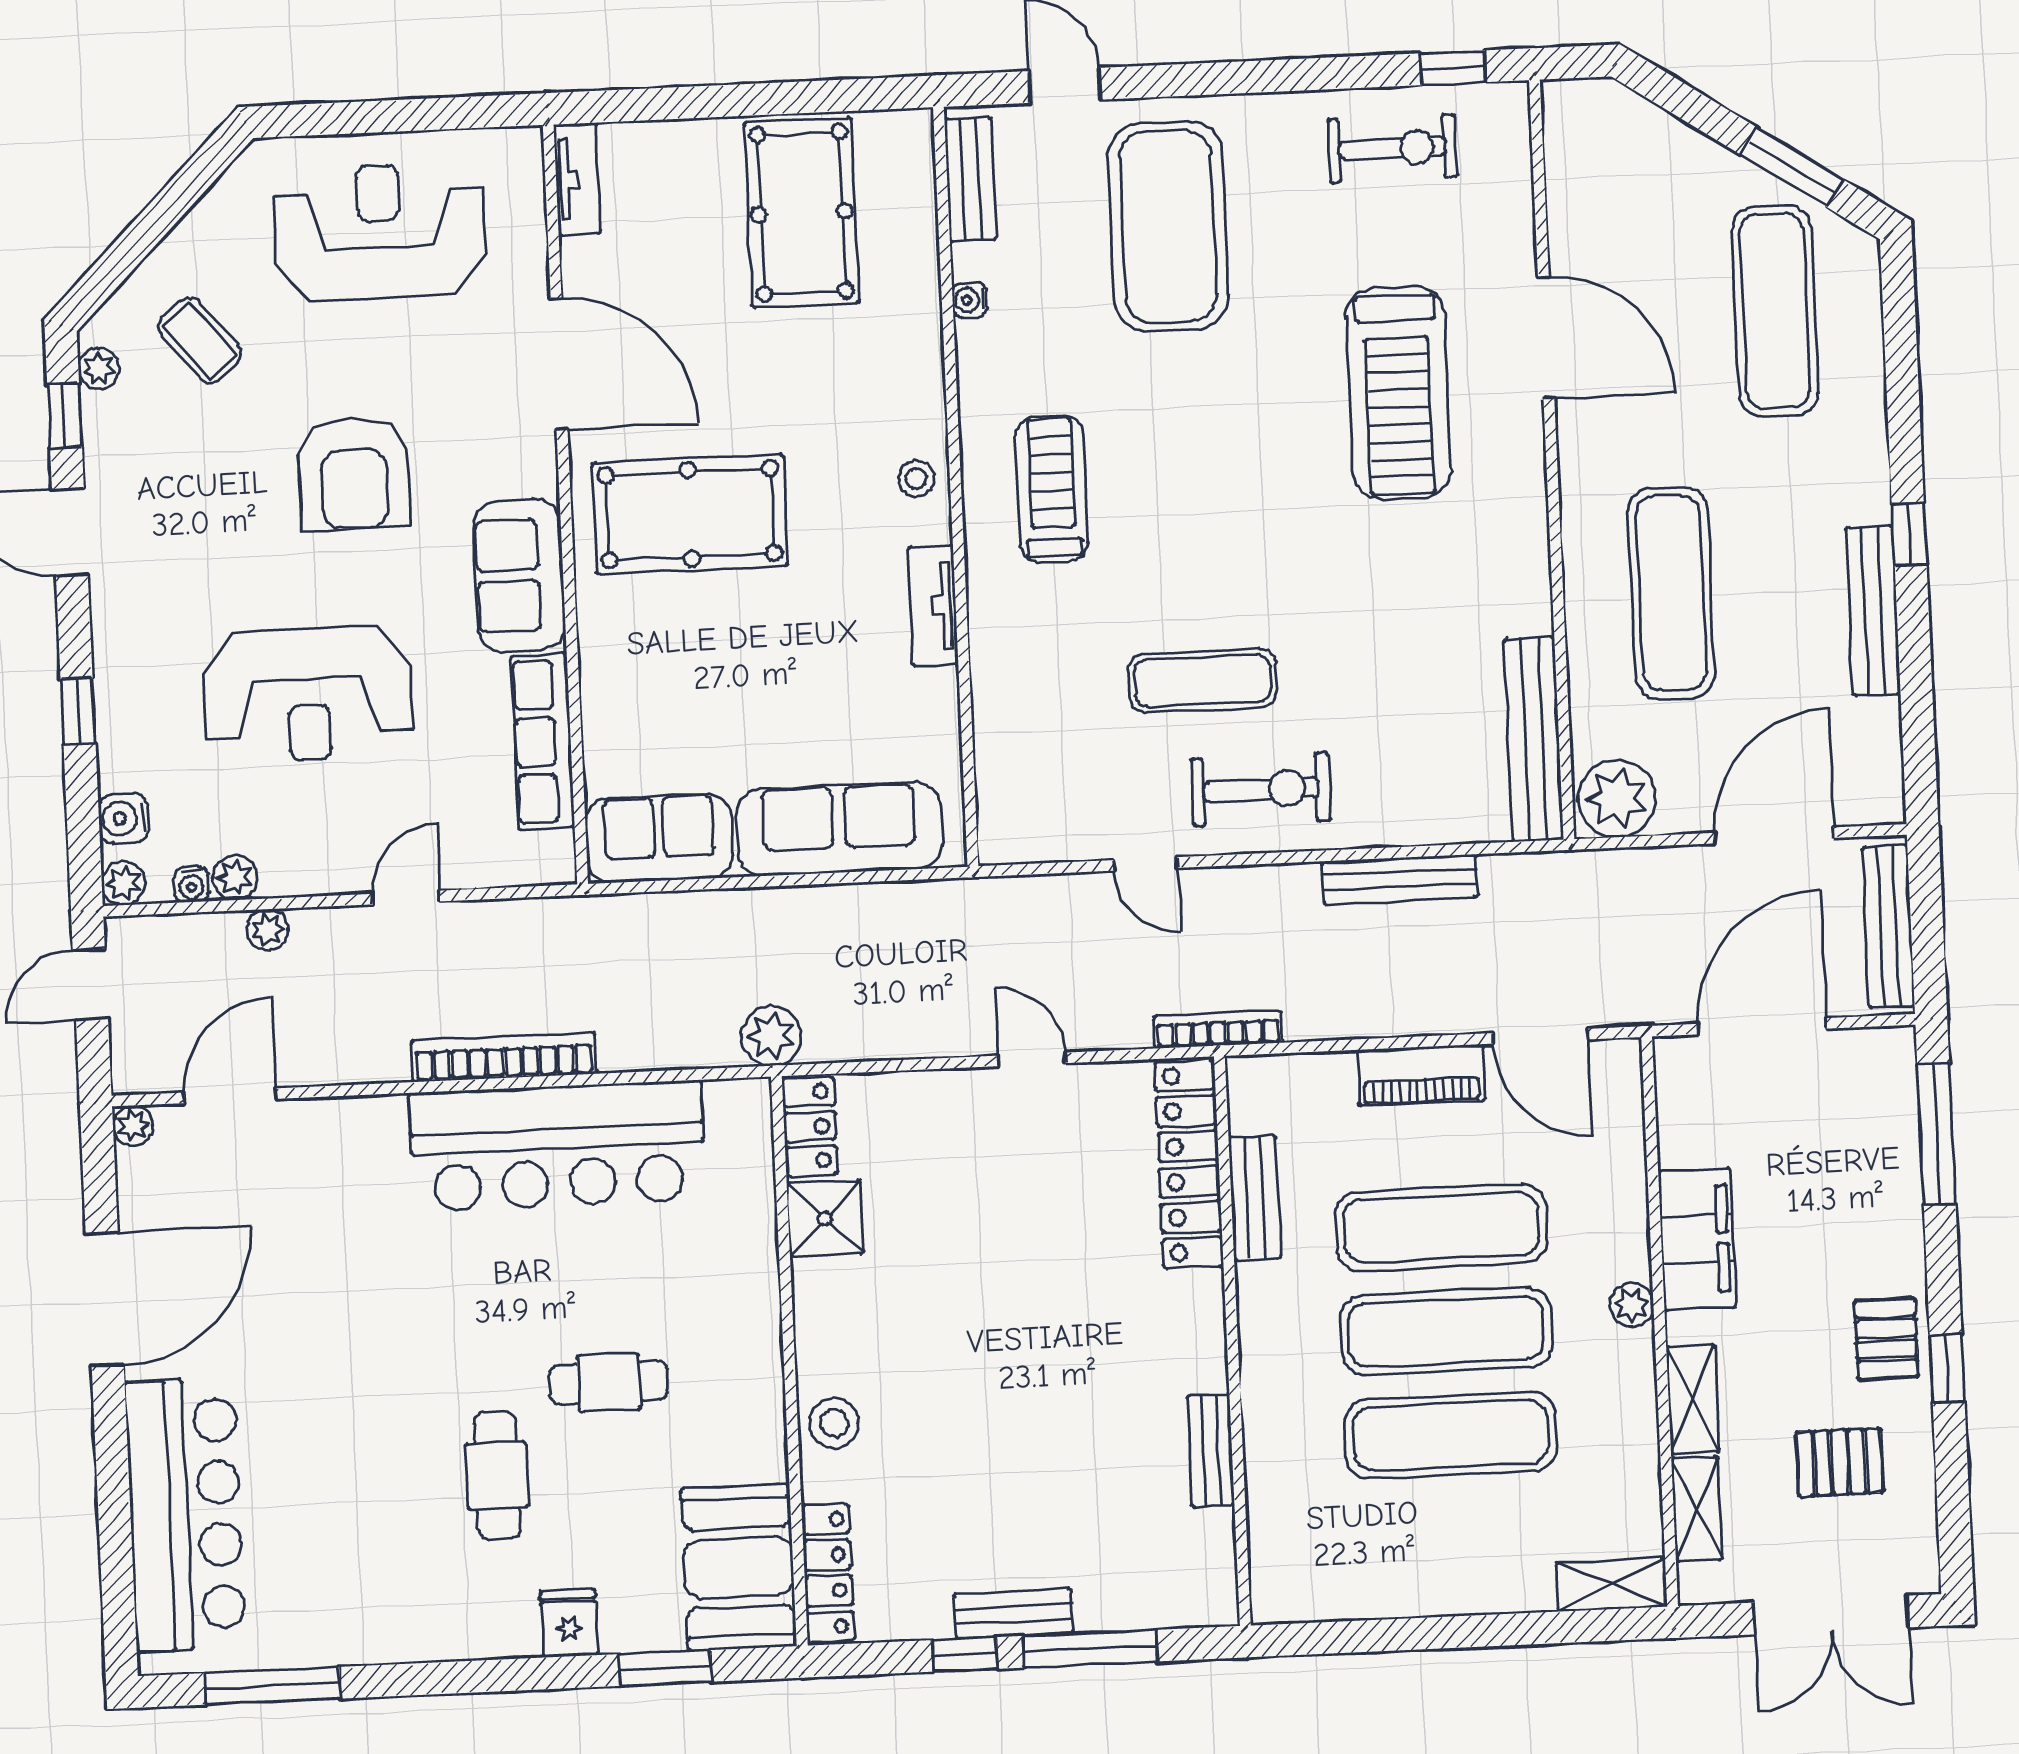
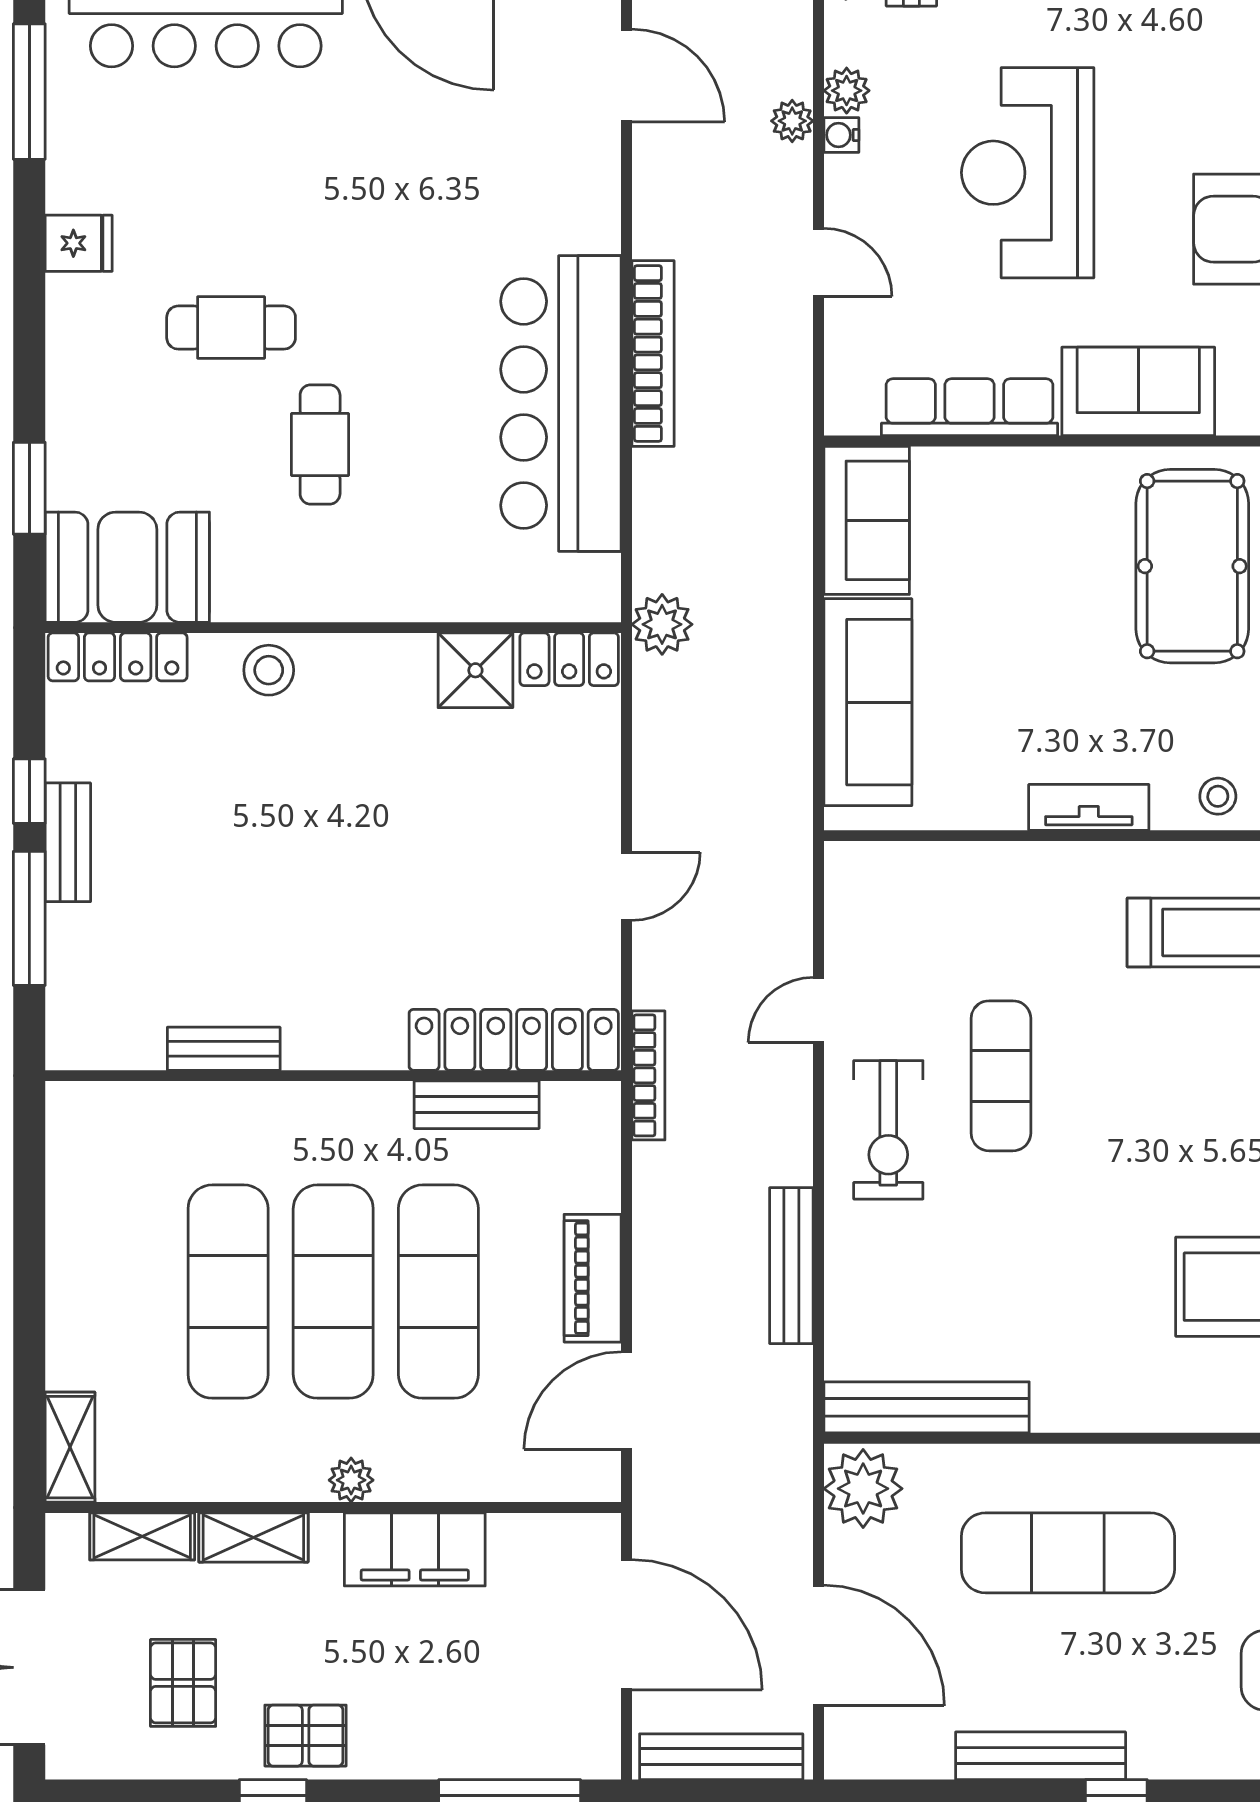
water cooler: (191, 885) -> (841, 135), moved
fridge: (569, 1623) -> (79, 243), moved

